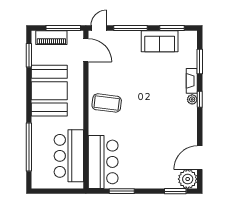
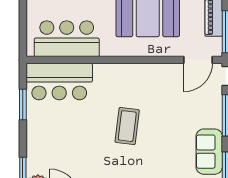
coffee table: (107, 103) -> (127, 126), moved

